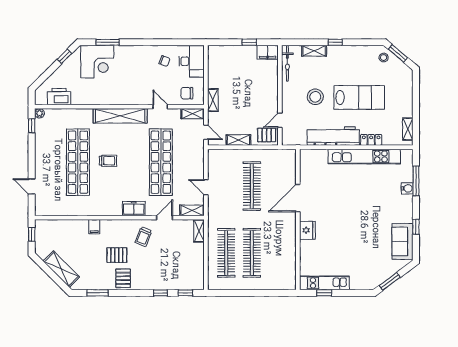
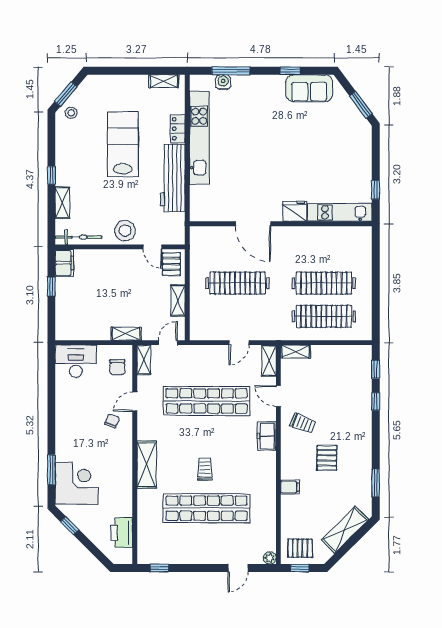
chair: (164, 61) -> (112, 421), moved
stool: (315, 97) -> (125, 231), moved
plant: (40, 113) -> (270, 558), moved
shelving: (120, 116) -> (147, 465), width x0.68
water cooler: (407, 188) -> (223, 82), moved
pallet: (123, 278) -> (300, 548), moved
kitchen unit: (324, 283) -> (340, 212), moved, turned 90

